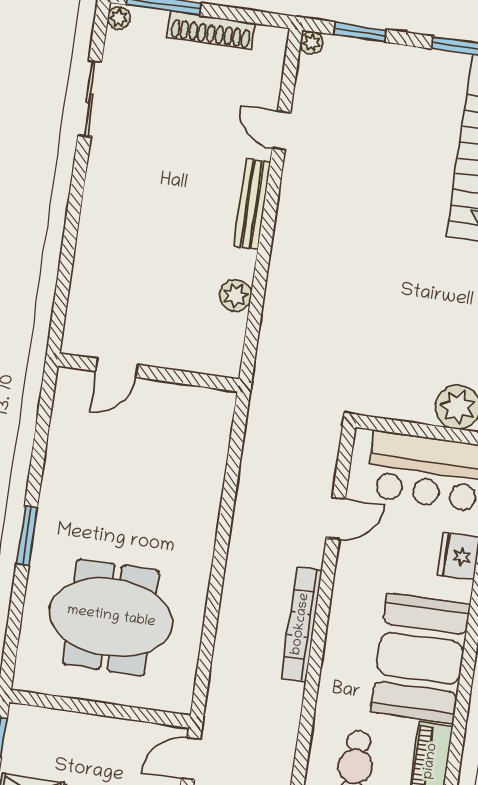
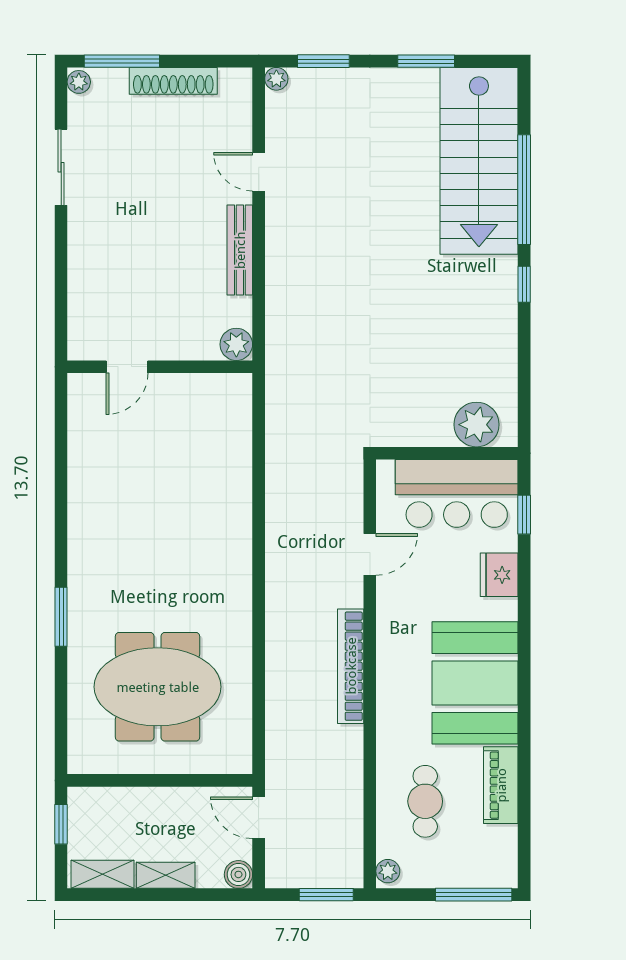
door: (117, 368) -> (127, 367), moved
wall: (148, 372) -> (160, 367), moved
door: (191, 759) -> (259, 818), hinge flipped

